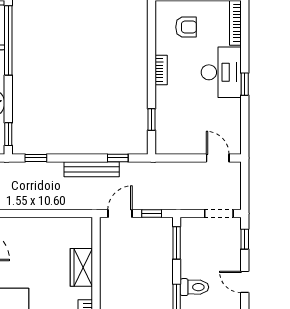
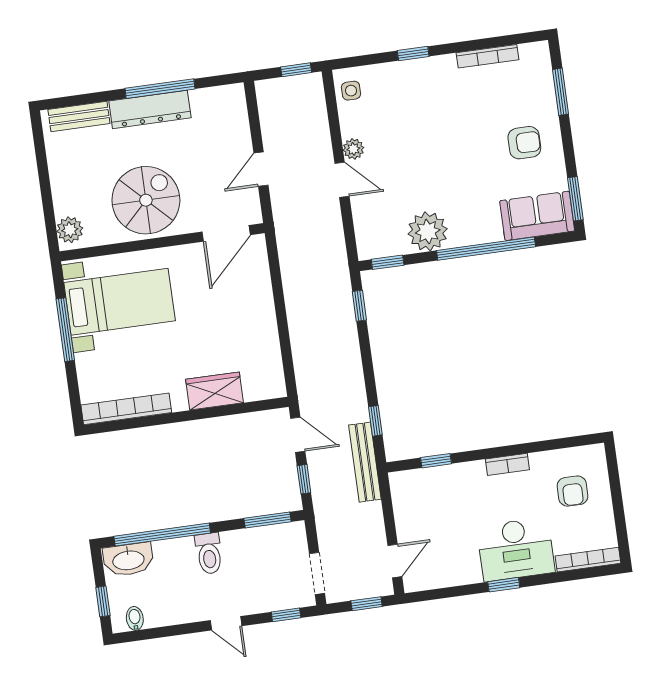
window: (8, 40) -> (486, 249), moved
bench: (92, 169) -> (365, 462), moved
window: (245, 182) -> (367, 604), added
door: (245, 282) -> (226, 623), swing flipped

